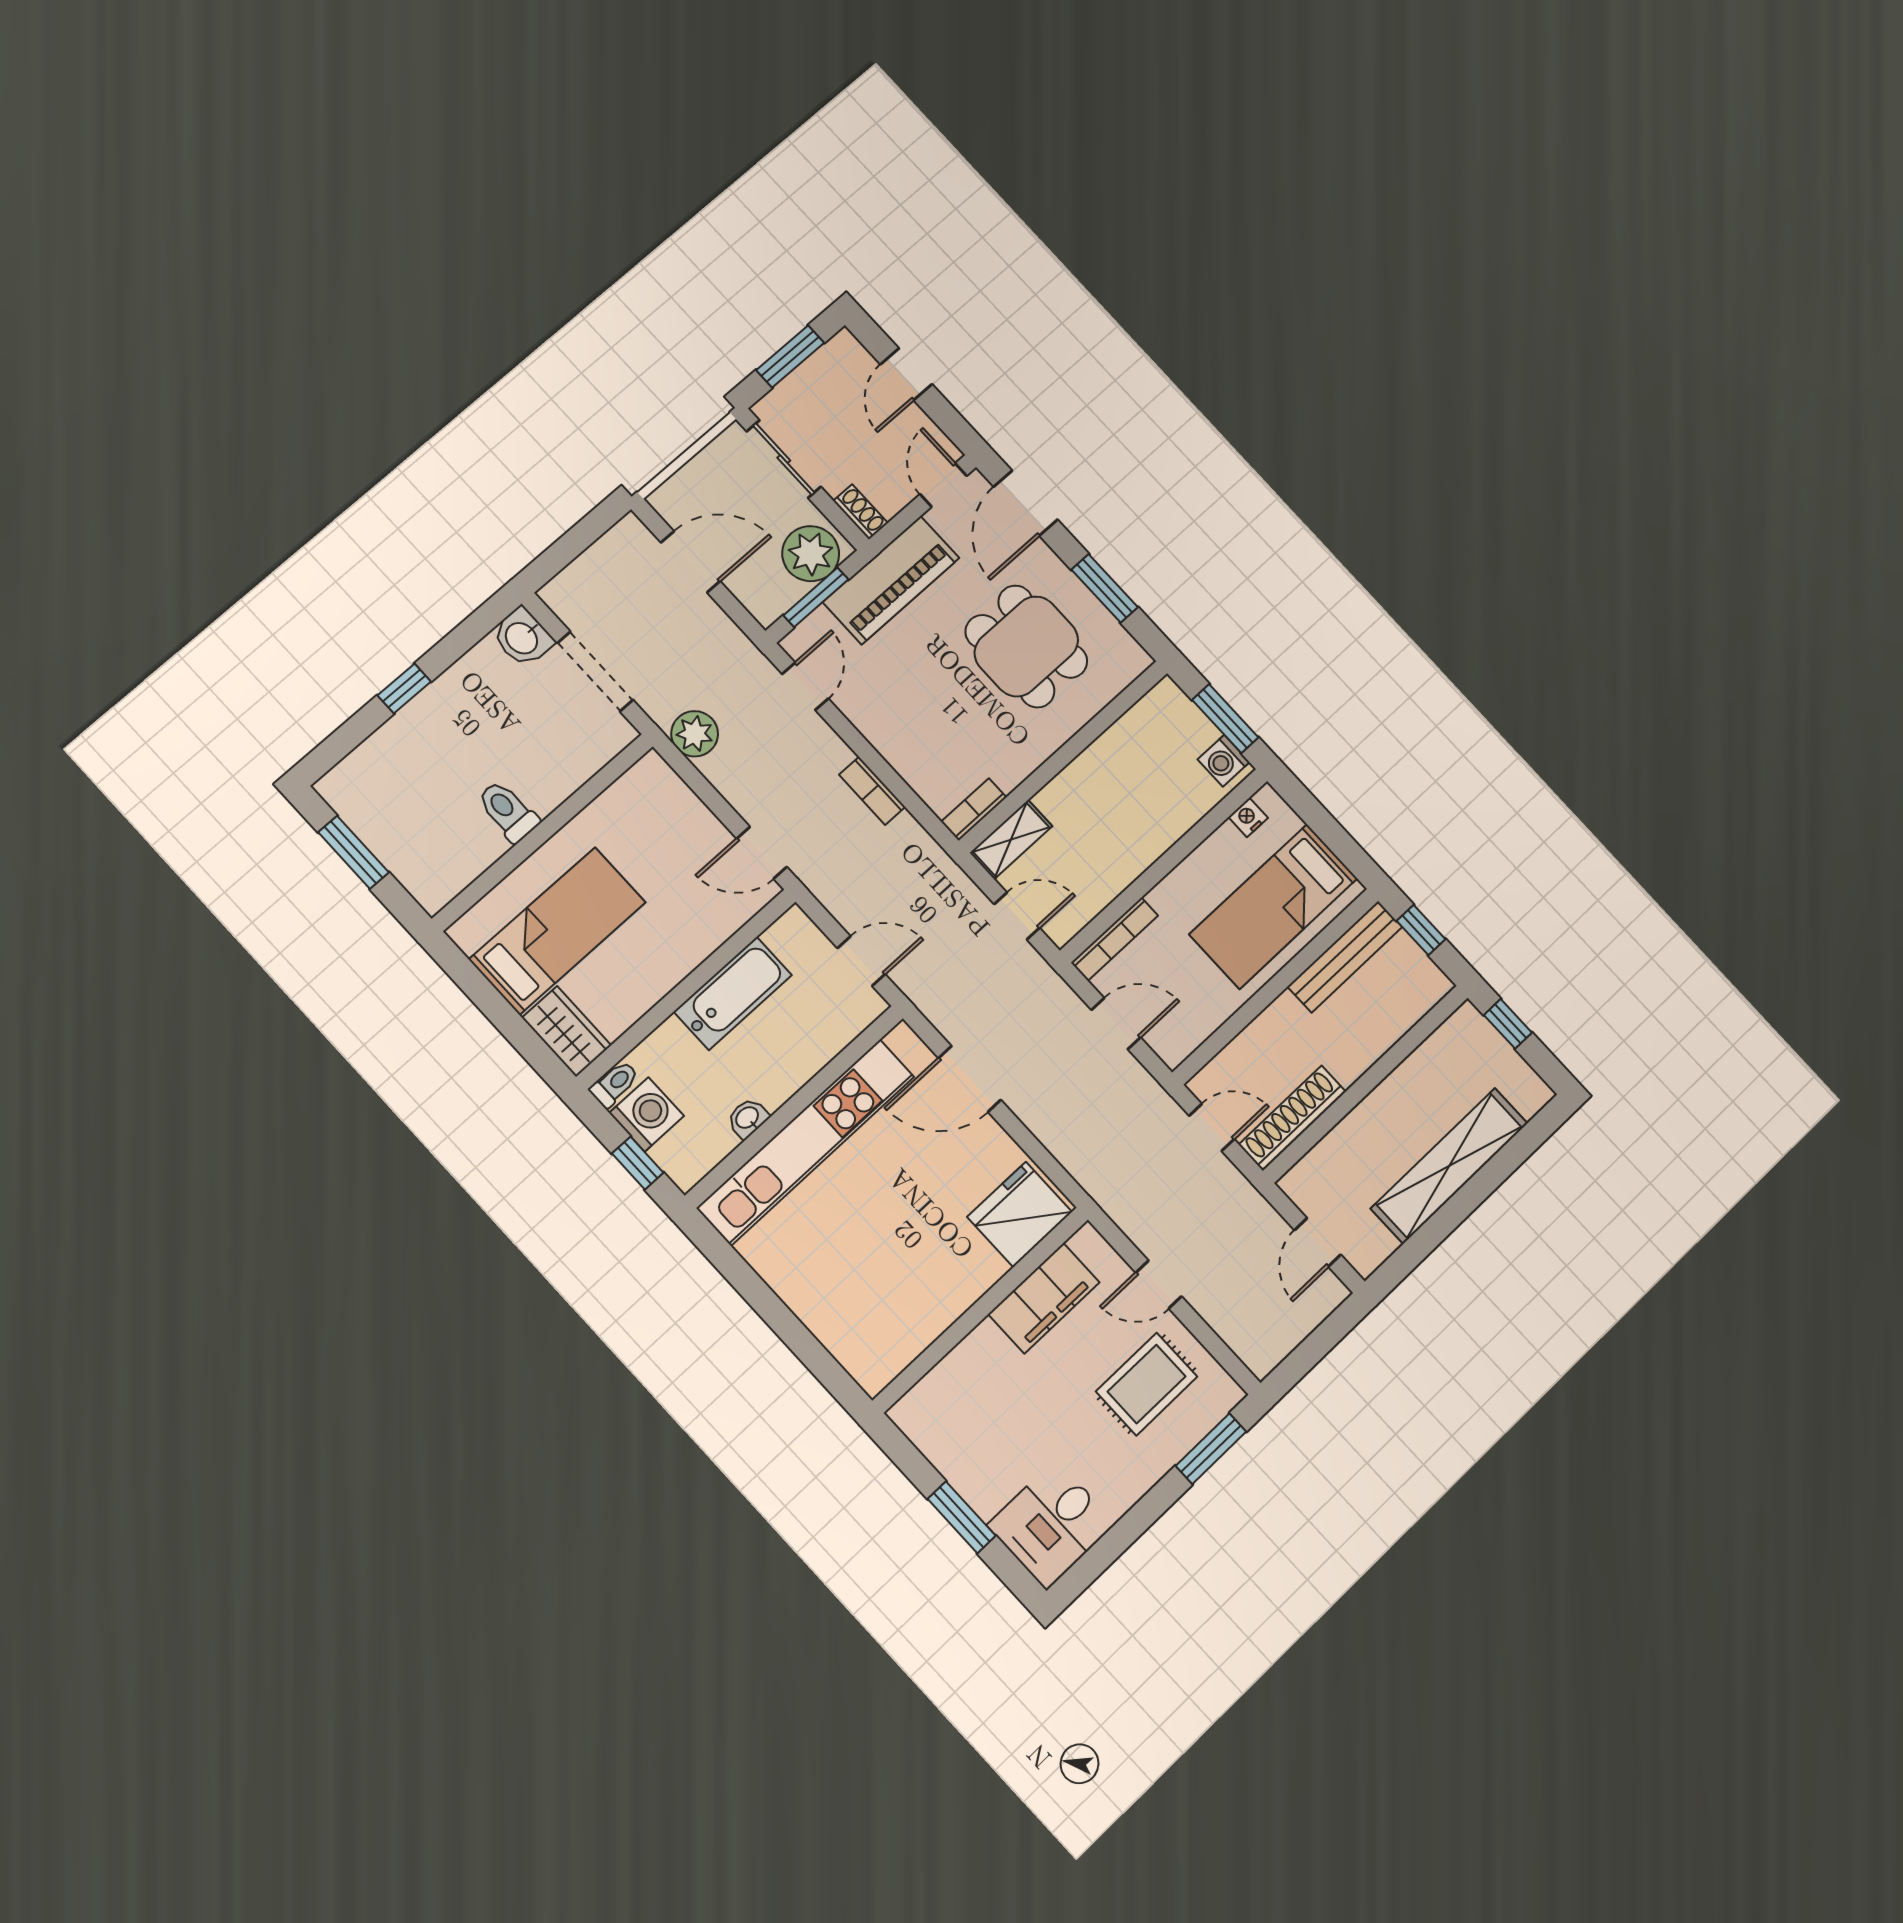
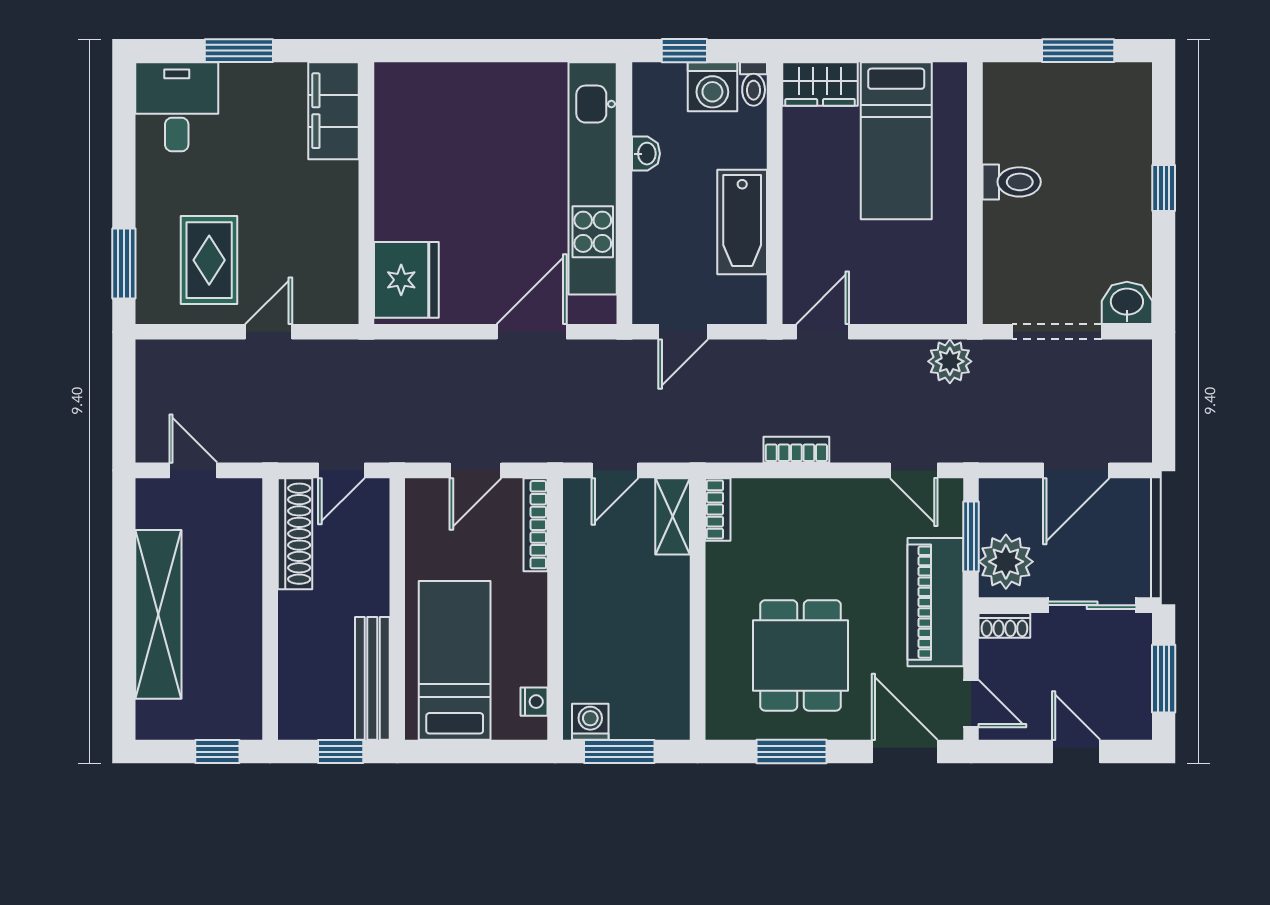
dining table: (1026, 646) -> (800, 655), turned 90
filing cabinet: (1044, 1298) -> (334, 111), moved

